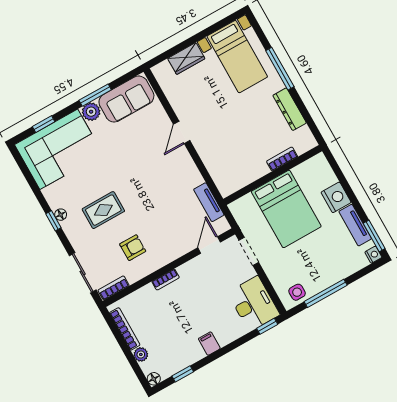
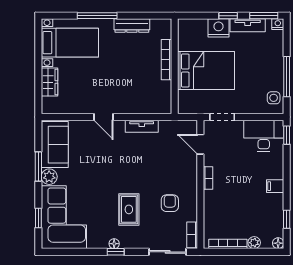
bookcase: (282, 159) -> (166, 60), width x1.56
window: (354, 200) -> (228, 16), added
tv unit: (209, 202) -> (142, 126), moved
bookcase: (166, 279) -> (208, 178), moved

